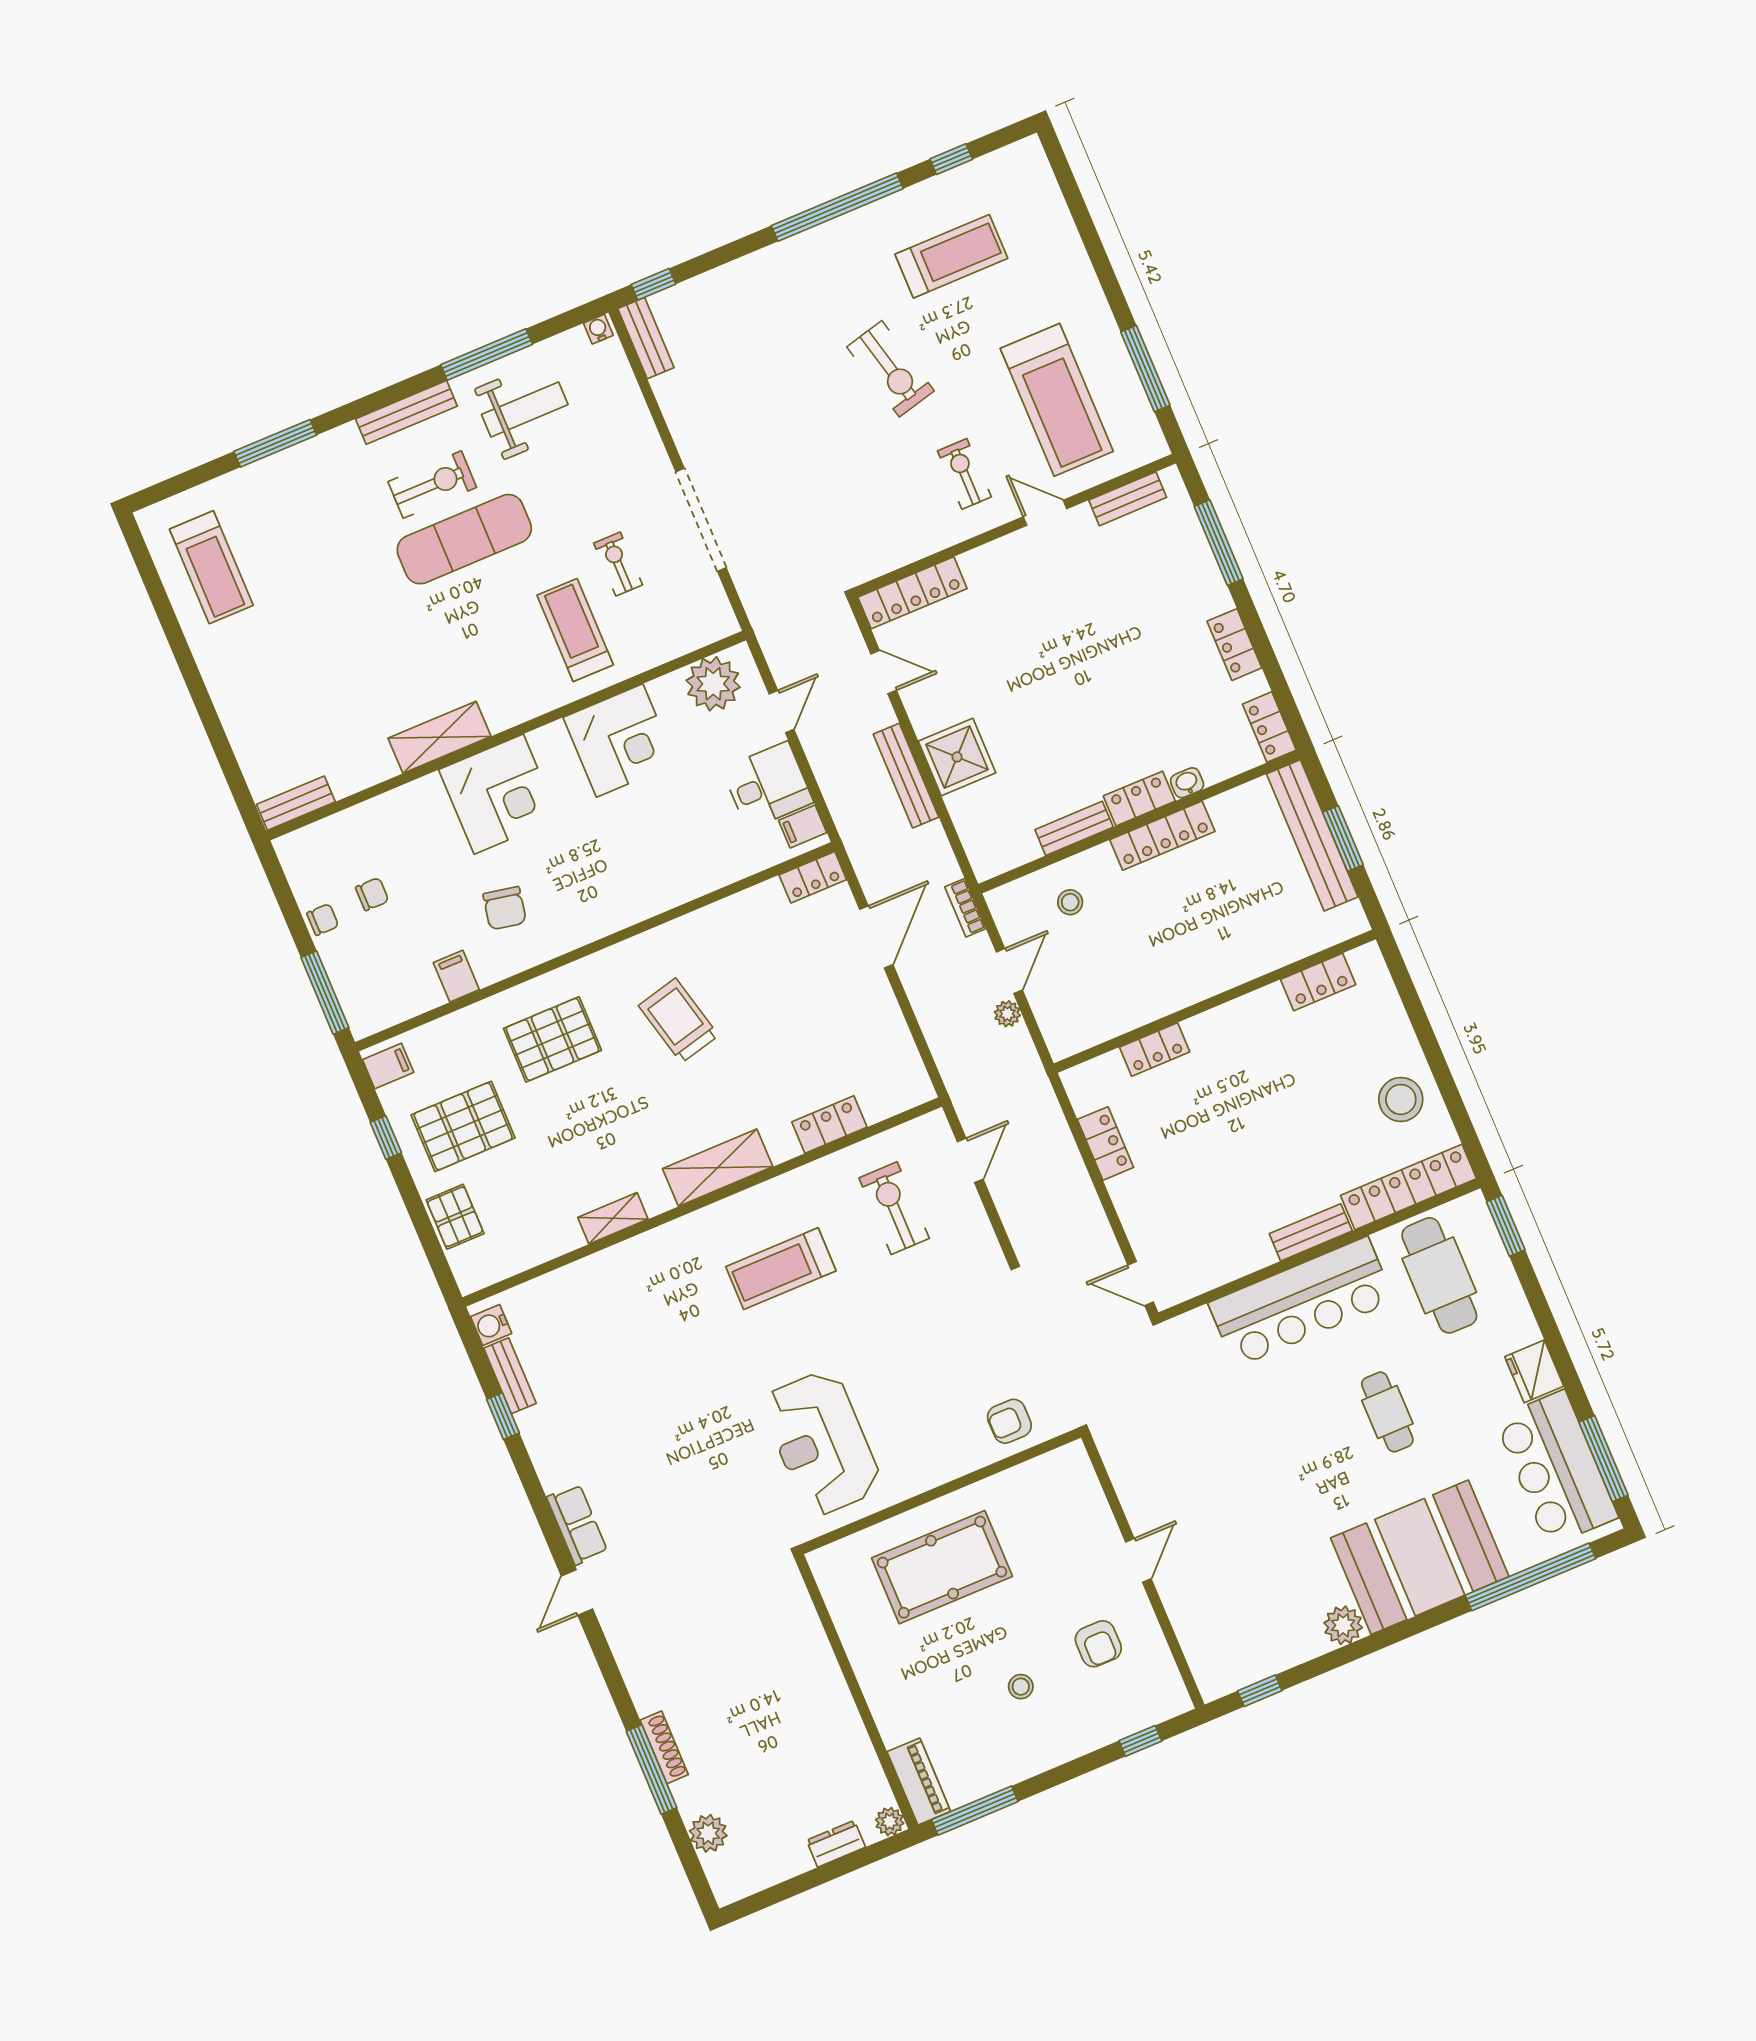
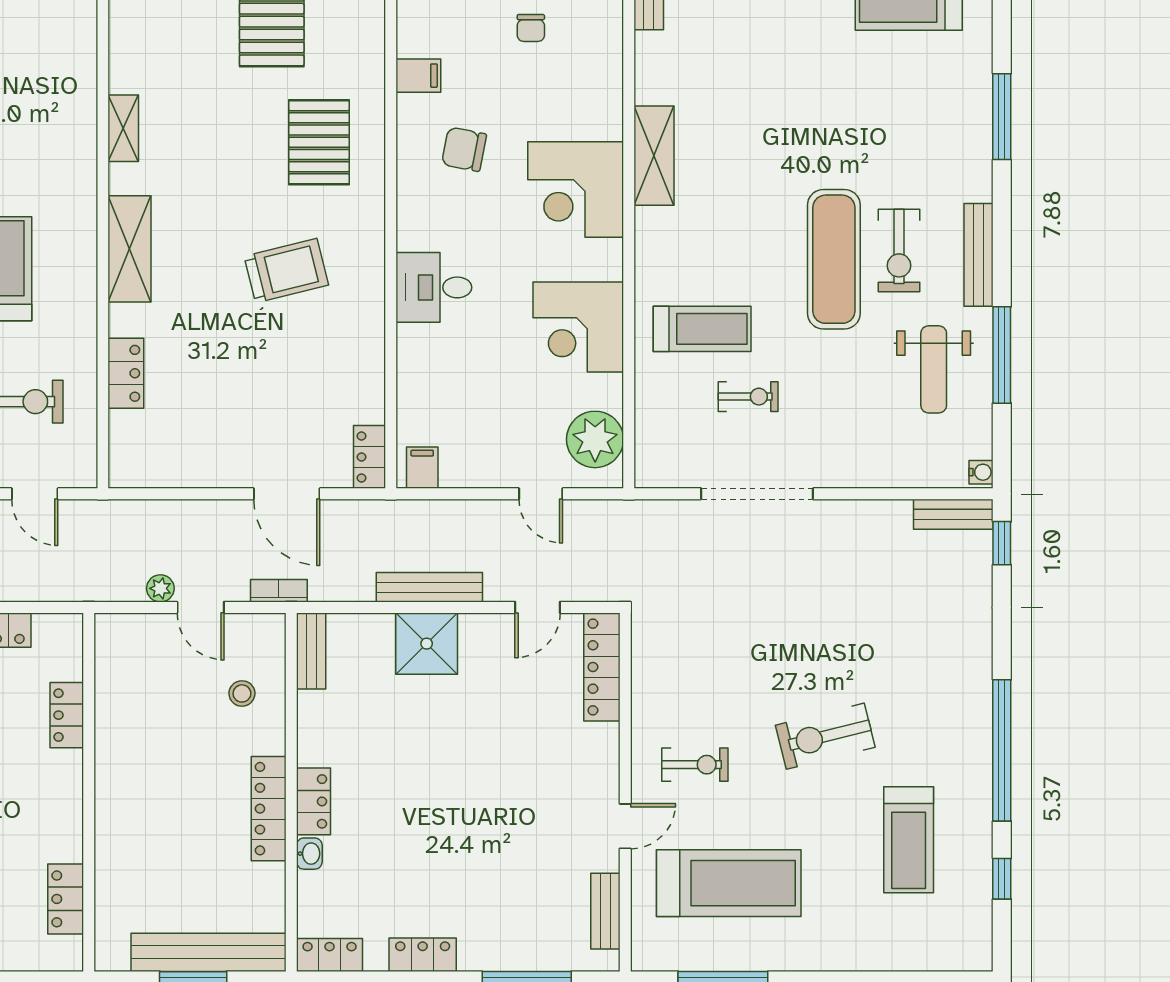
treadmill: (1057, 400) -> (729, 883), turned 180
desk: (768, 785) -> (434, 287), moved, turned 90
bench: (1074, 828) -> (311, 651), moved

